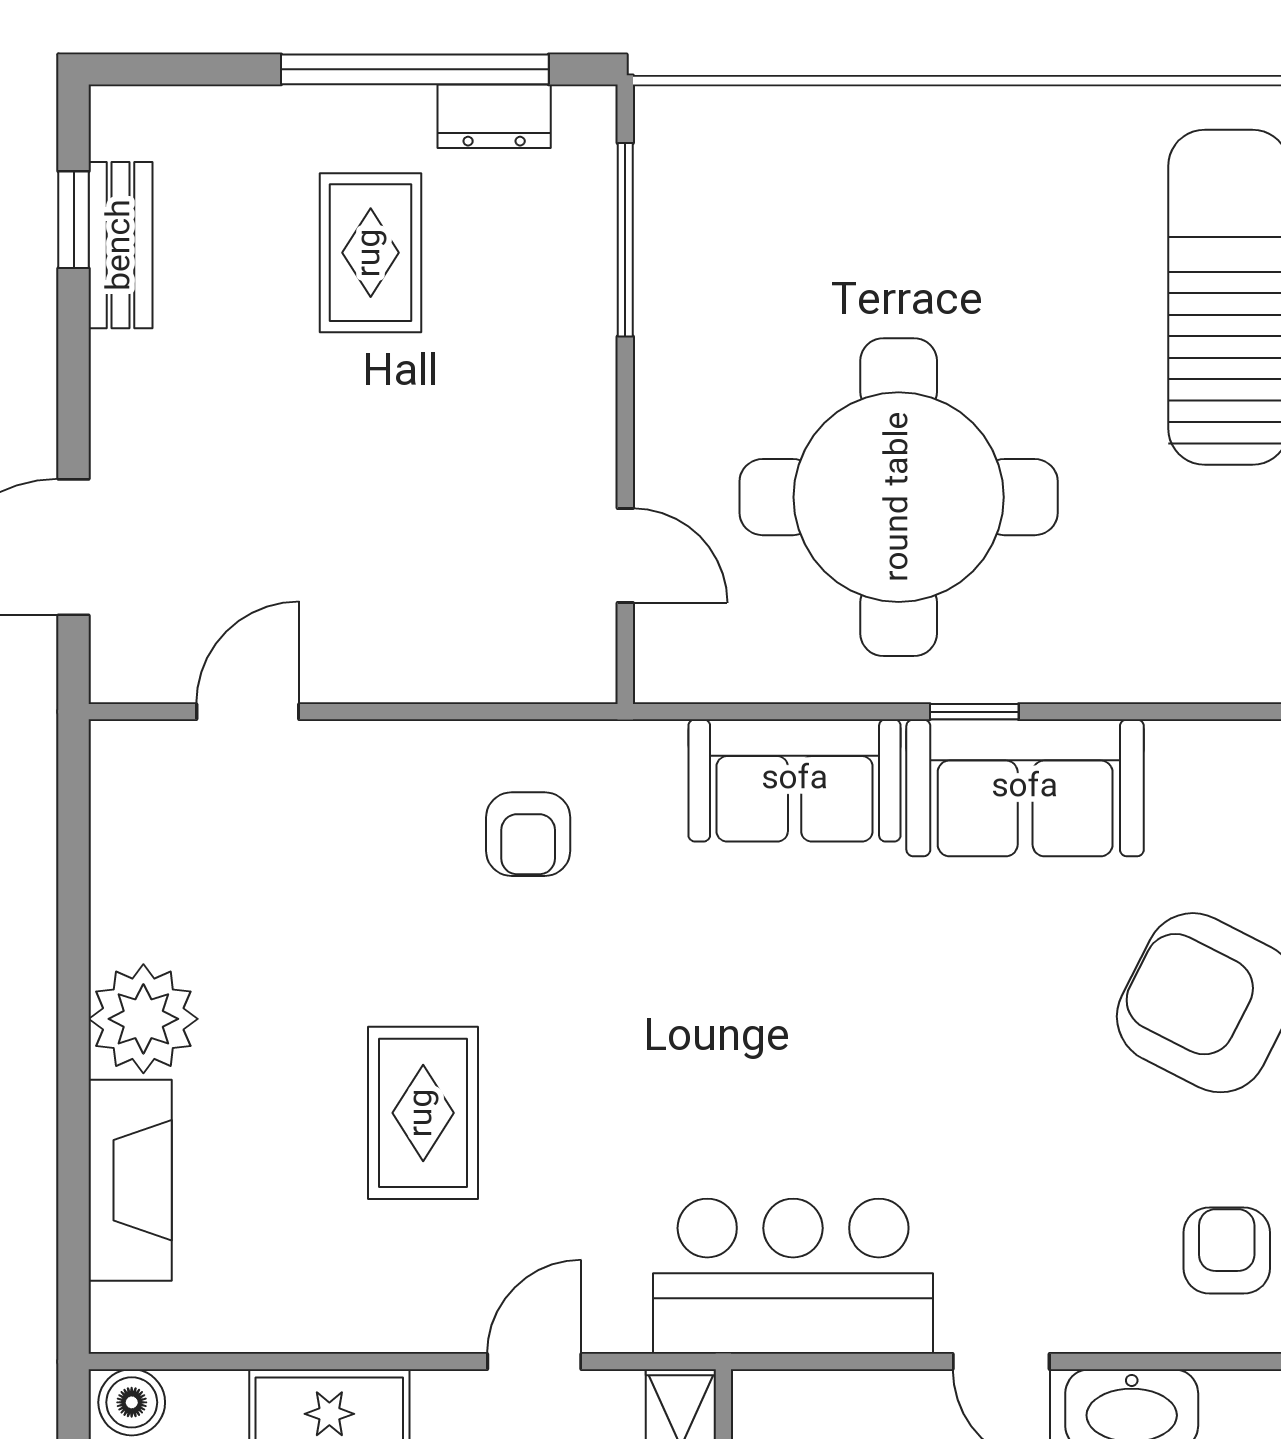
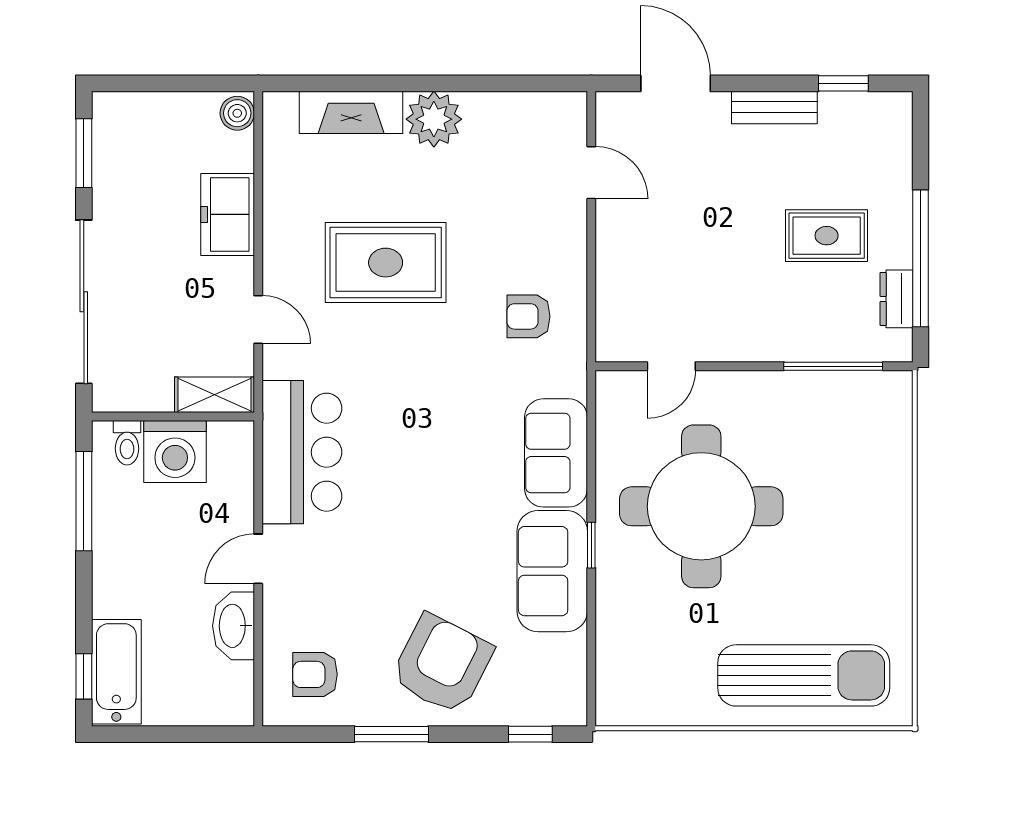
bench: (121, 245) -> (774, 107), moved
rug: (423, 1113) -> (386, 263), width x1.36, depth x1.43
armchair: (1227, 1250) -> (315, 674), turned 180

